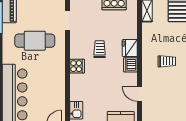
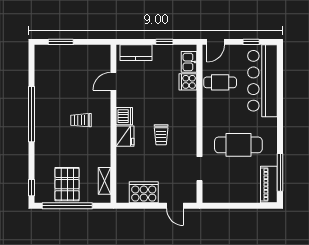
cooker: (77, 66) -> (188, 82), moved
cafe table: (50, 93) -> (220, 82), added
door: (140, 94) -> (113, 81), swing flipped

